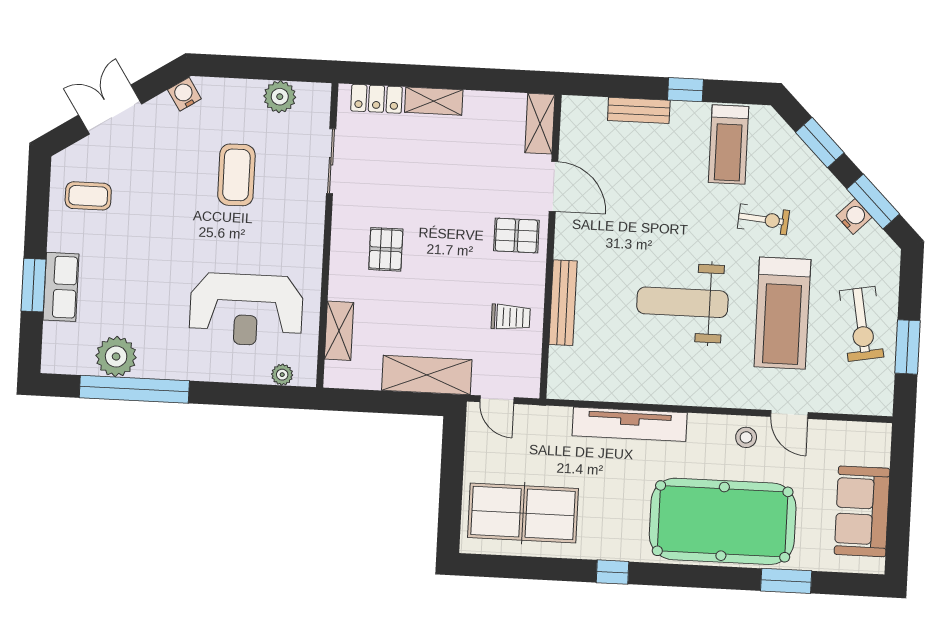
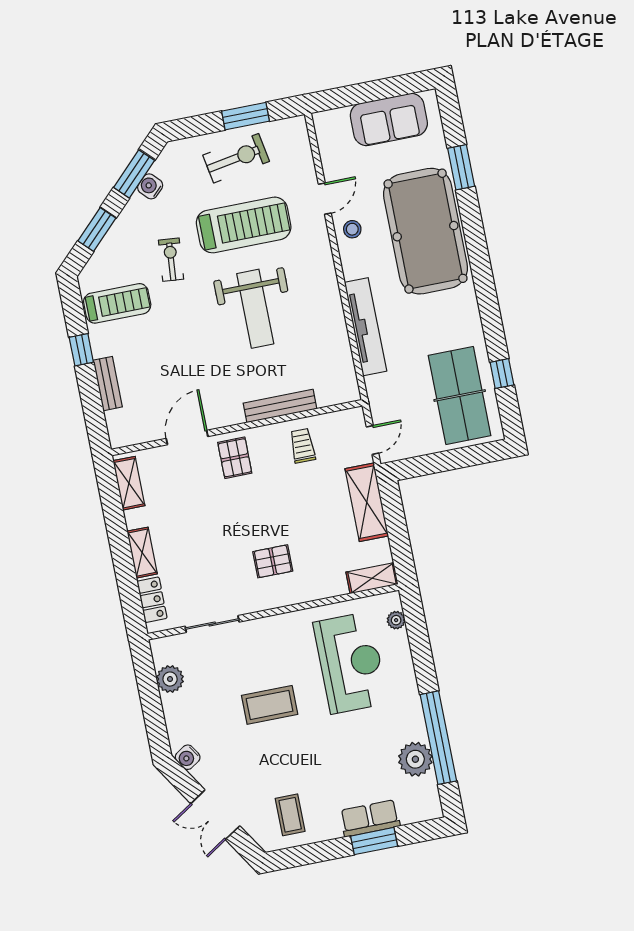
shelving: (540, 124) -> (129, 483), moved, turned 90
coffee table: (236, 175) -> (270, 705), moved
shelving: (339, 331) -> (372, 578), moved
window: (613, 572) -> (502, 374), moved

